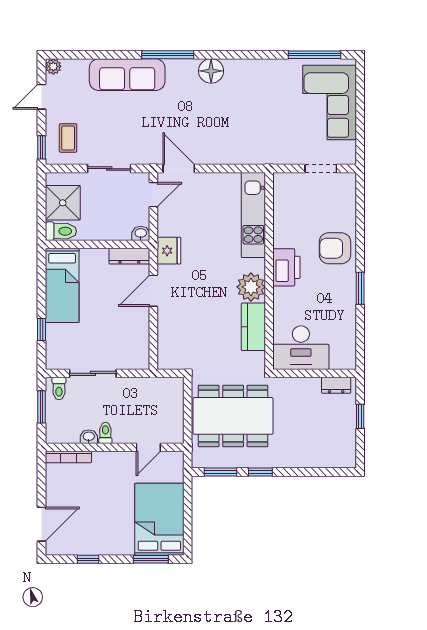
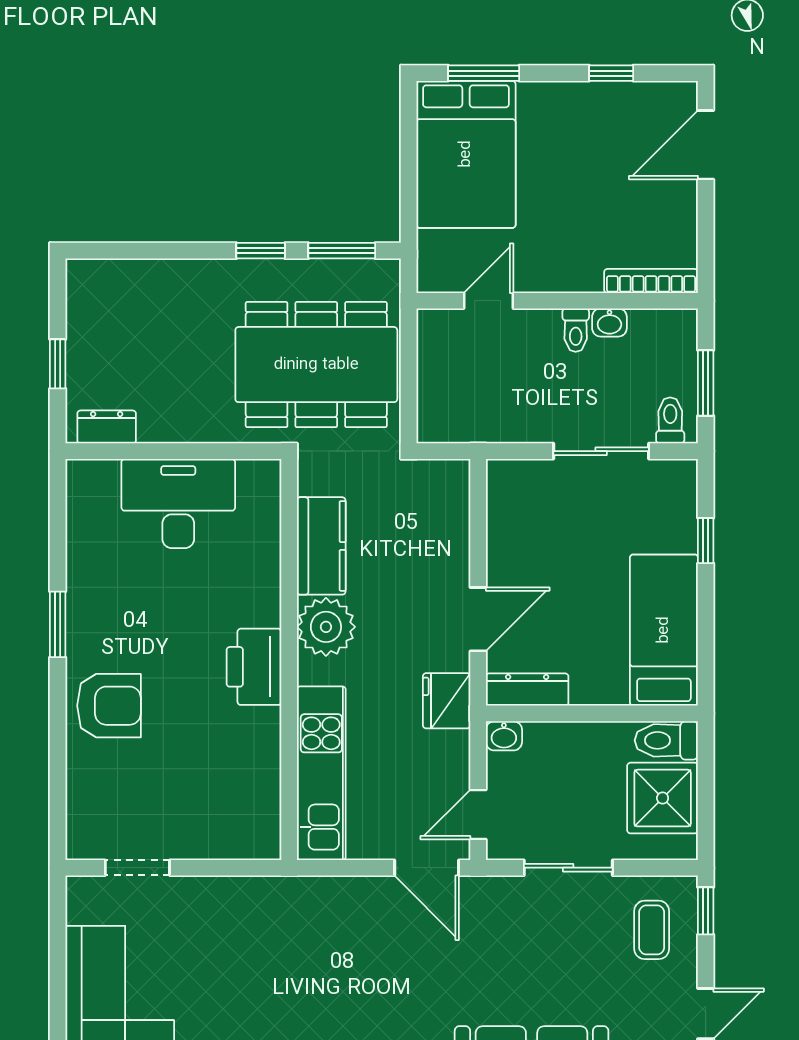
kitchen unit: (253, 215) -> (321, 773), moved
printer: (286, 267) -> (254, 667), moved
wall: (269, 271) -> (289, 659), moved
plant: (251, 287) -> (326, 627), moved
kitchen counter: (253, 327) -> (321, 546), moved

